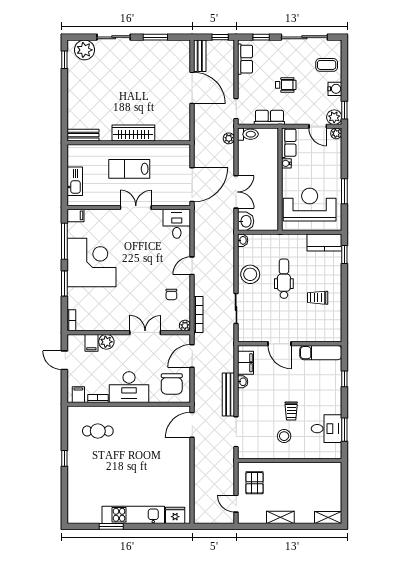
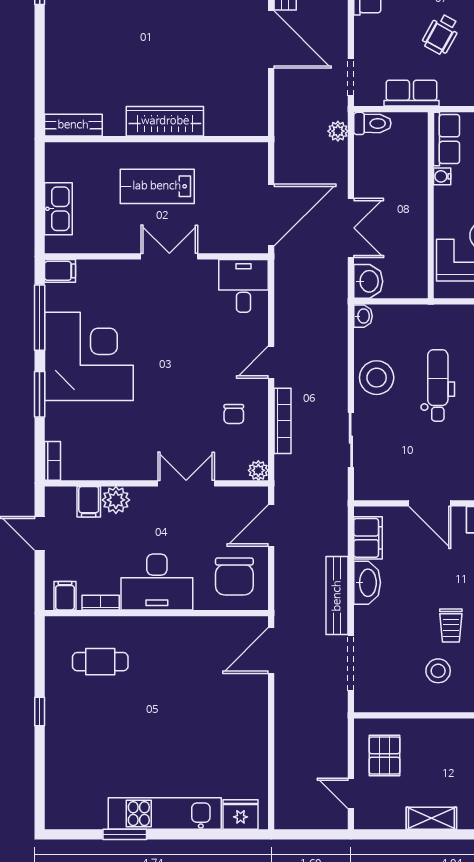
wheelchair: (286, 85) -> (441, 34), turned 119
bookcase: (198, 315) -> (283, 421), moved
washbasin: (243, 382) -> (367, 583), width x1.91, depth x1.45

